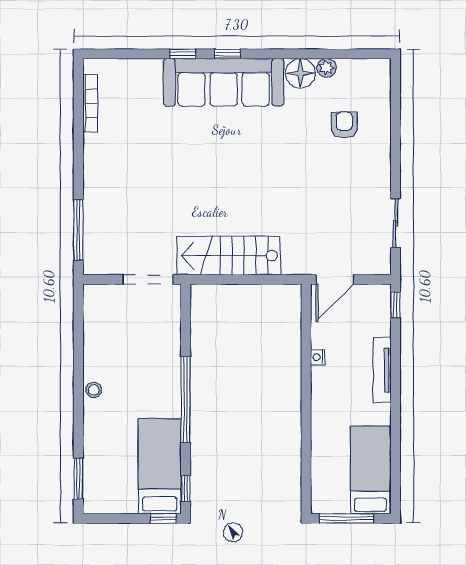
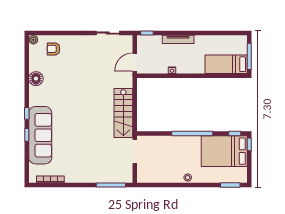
plant: (327, 68) -> (33, 40), moved
sofa: (224, 82) -> (40, 135), moved
armchair: (344, 125) -> (53, 49), moved
door: (335, 279) -> (135, 62), swing flipped
bed: (160, 466) -> (224, 151), width x1.50
bed: (370, 470) -> (226, 64), moved

